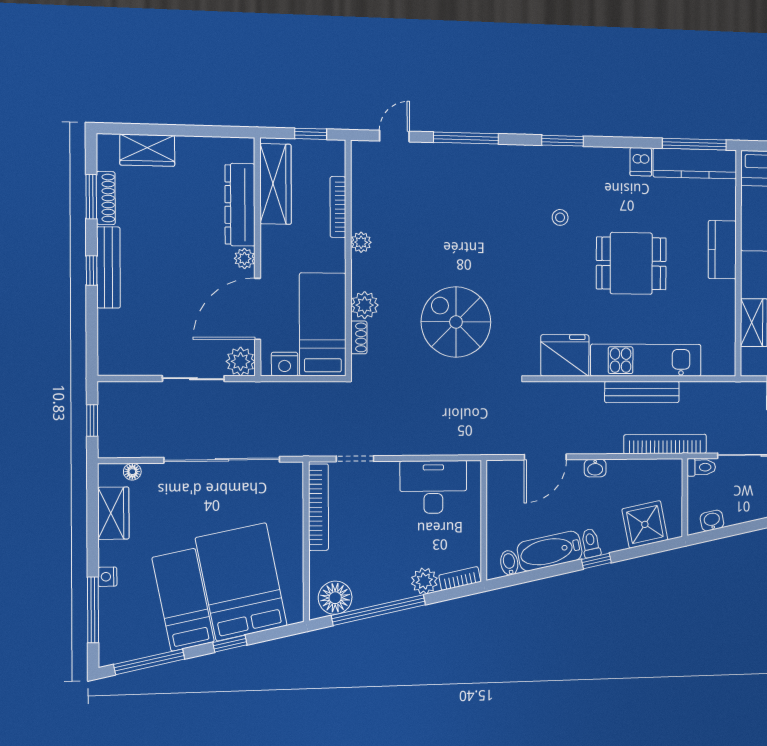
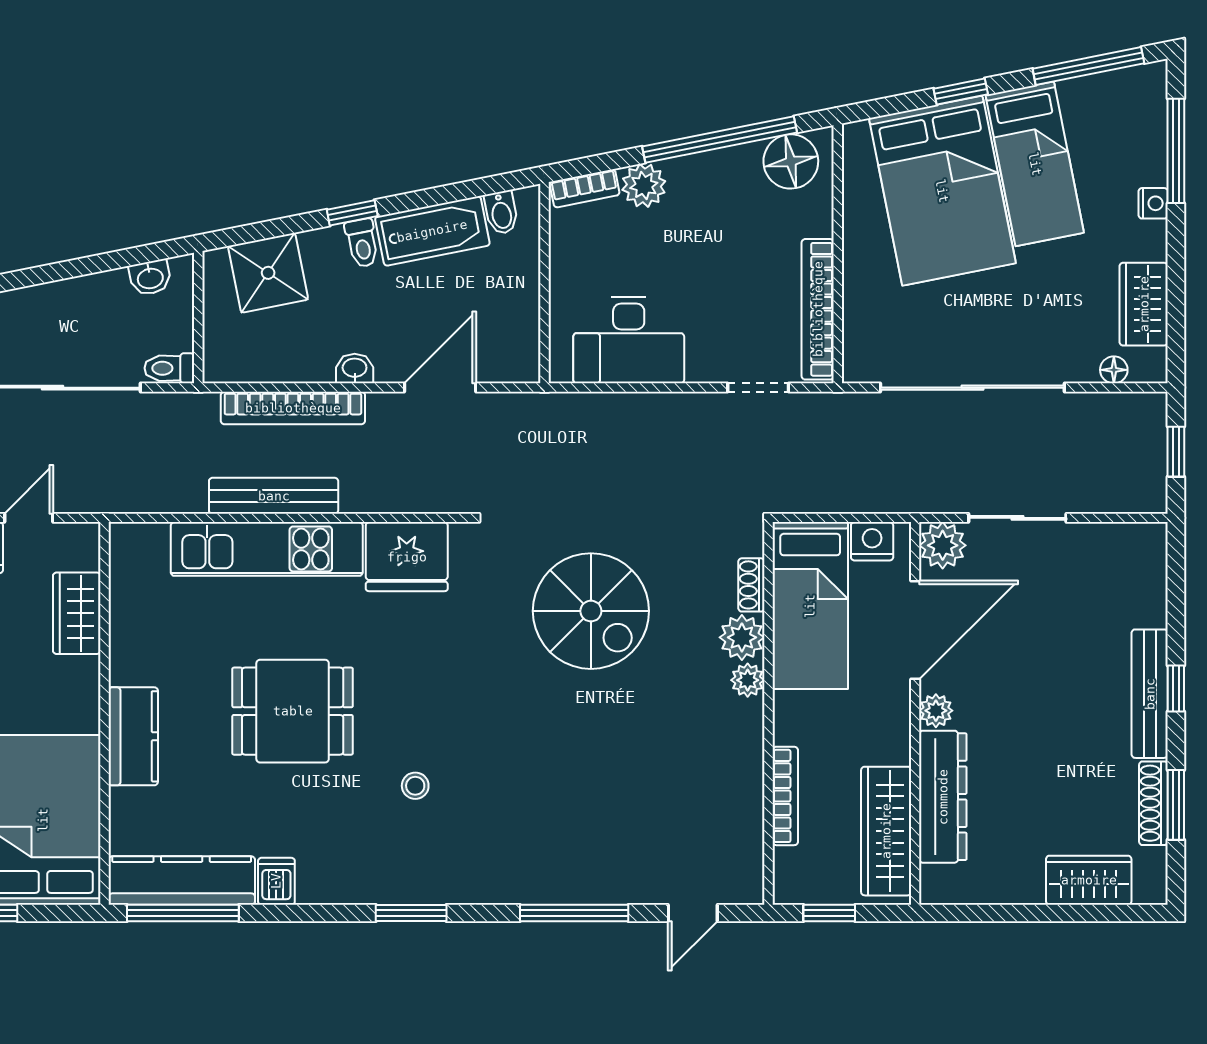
plant: (361, 242) -> (748, 680), moved
bookcase: (665, 444) -> (293, 408), moved

